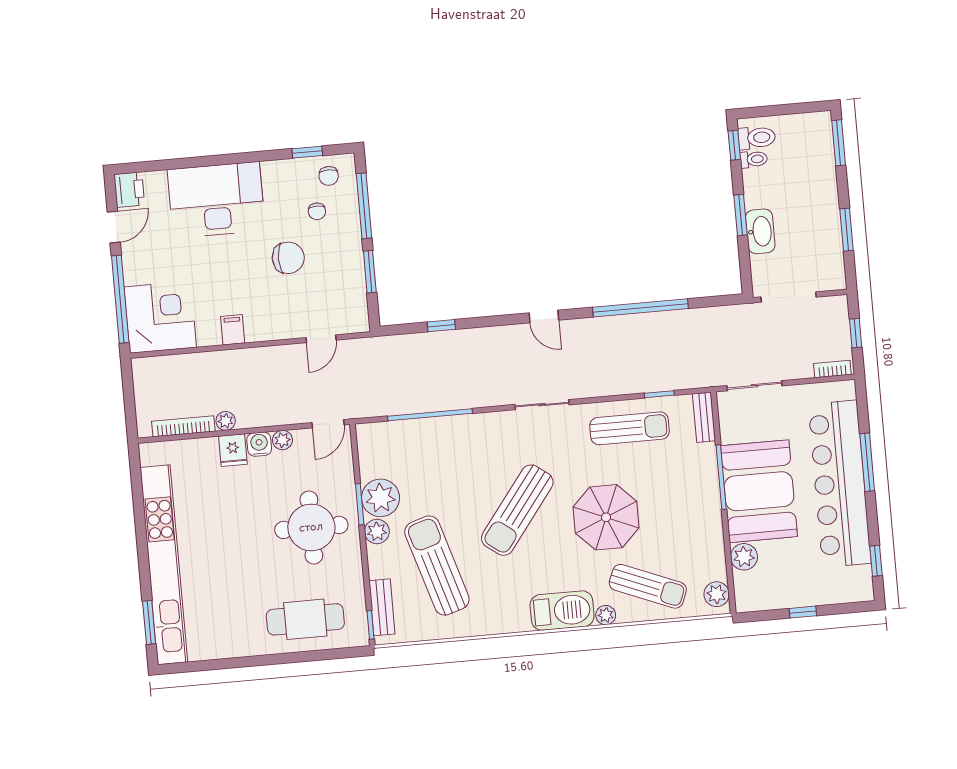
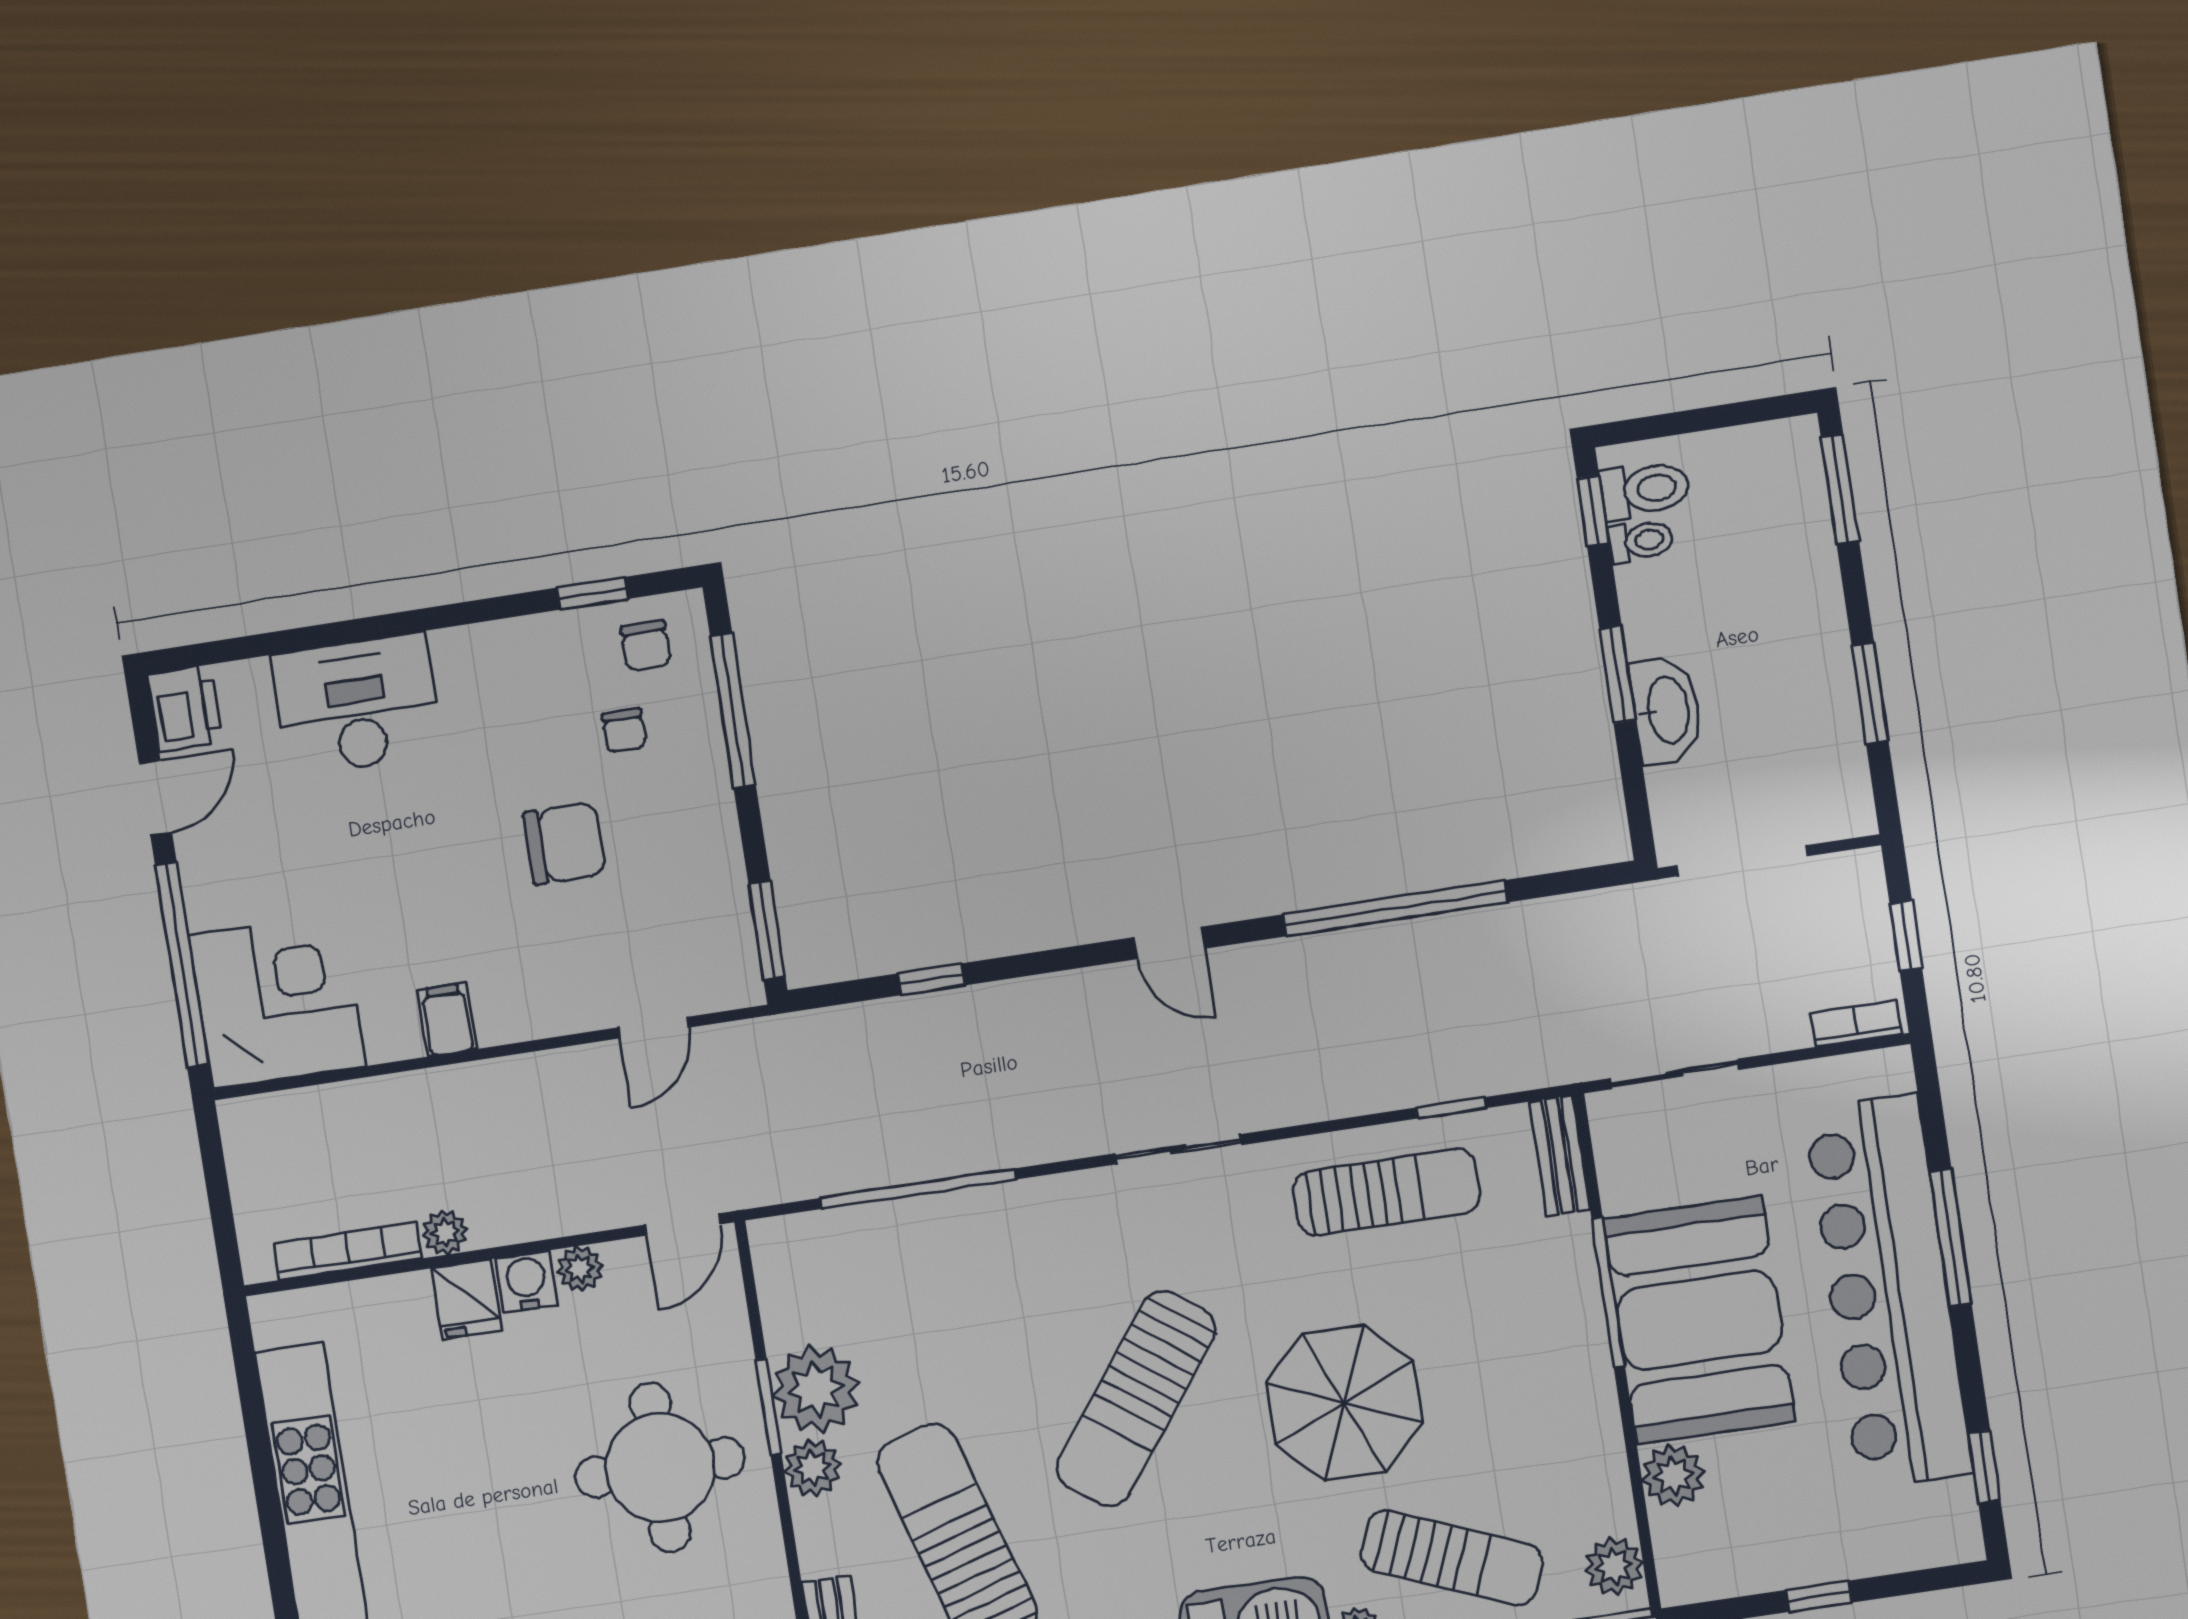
desk: (216, 200) -> (357, 705), width x0.73, depth x0.77
window: (370, 272) -> (767, 931), moved

